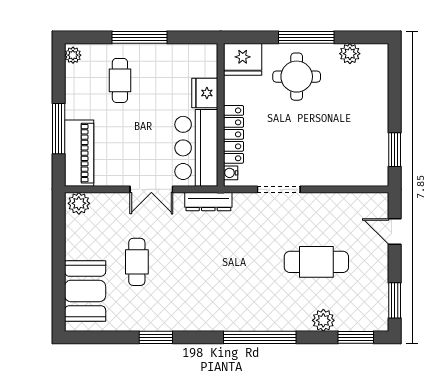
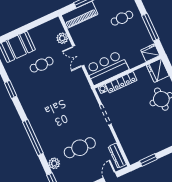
window: (139, 37) -> (150, 27), moved
fridge: (205, 93) -> (150, 53), moved
dresser: (208, 202) -> (117, 156), moved
plant: (79, 203) -> (62, 38), moved
cafe table: (316, 262) -> (80, 148), turned 90

